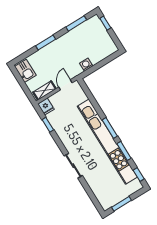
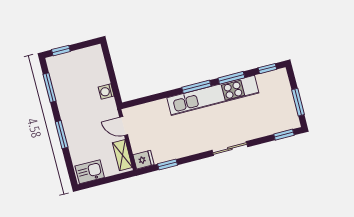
kitchen unit: (107, 142) -> (213, 95), width x0.73
window: (95, 201) -> (284, 135), added

